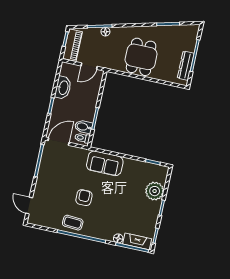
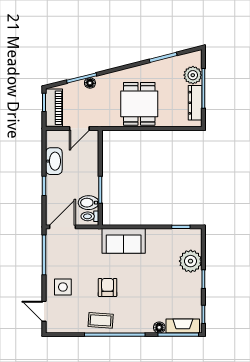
plant: (189, 43) -> (193, 75), added
side table: (48, 189) -> (63, 287), added

